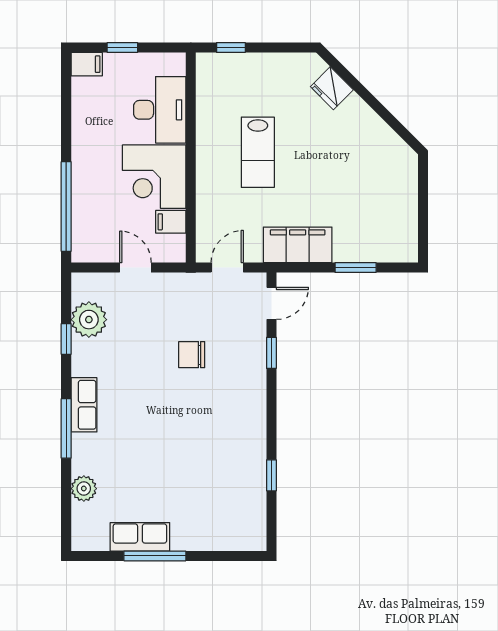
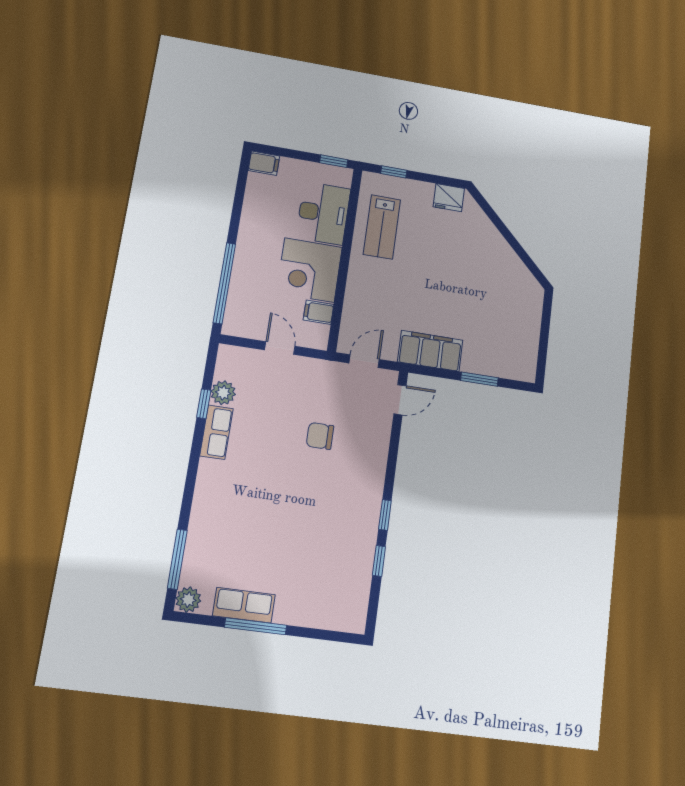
window: (122, 48) -> (334, 161), moved
fridge: (332, 88) -> (449, 198), moved, turned -45
lab bench: (258, 152) -> (382, 227), moved
plant: (89, 320) -> (223, 393), width x0.73, depth x0.73
window: (271, 353) -> (385, 515), moved
row of seats: (84, 405) -> (216, 432), moved
window: (66, 428) -> (177, 559), moved
plant: (84, 489) -> (188, 600), moved

